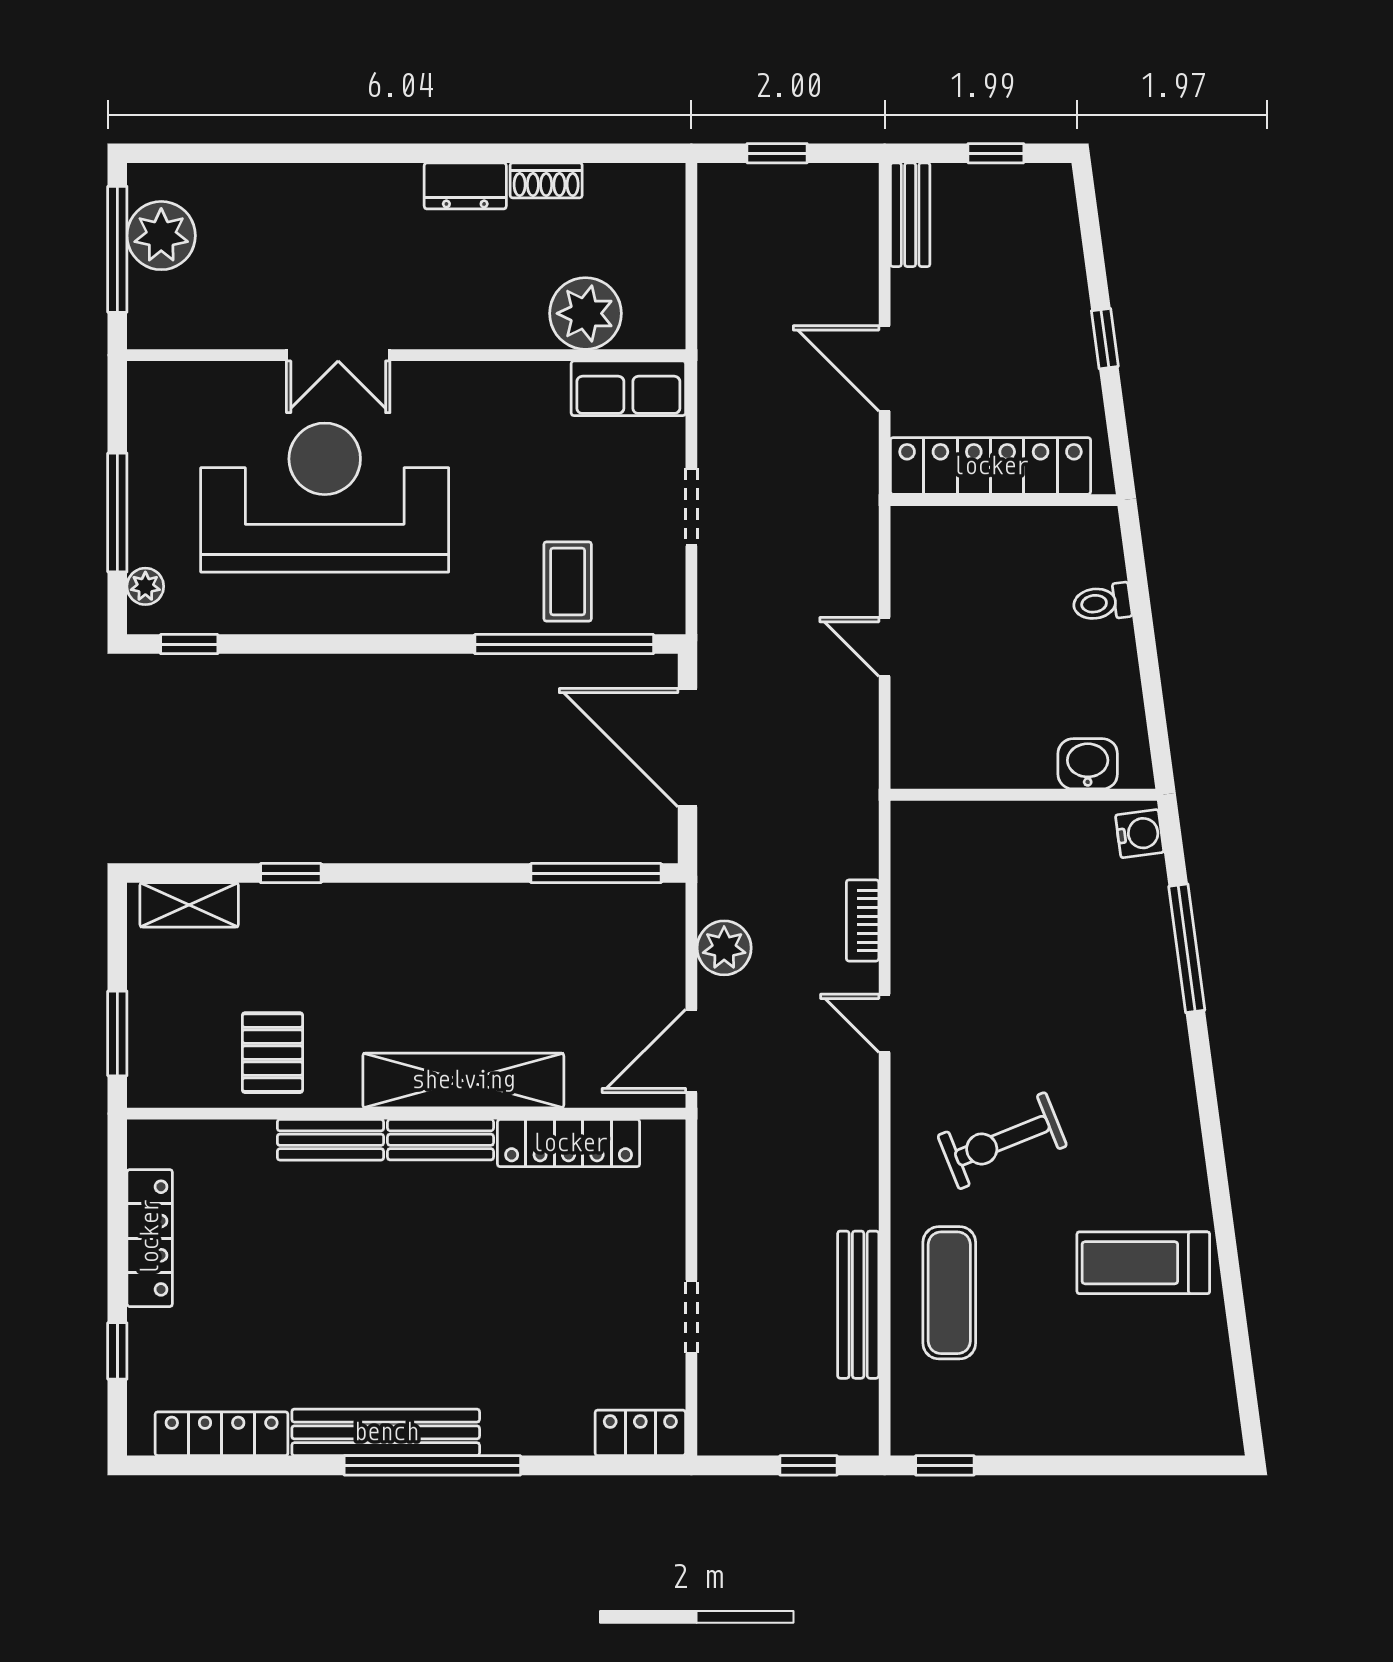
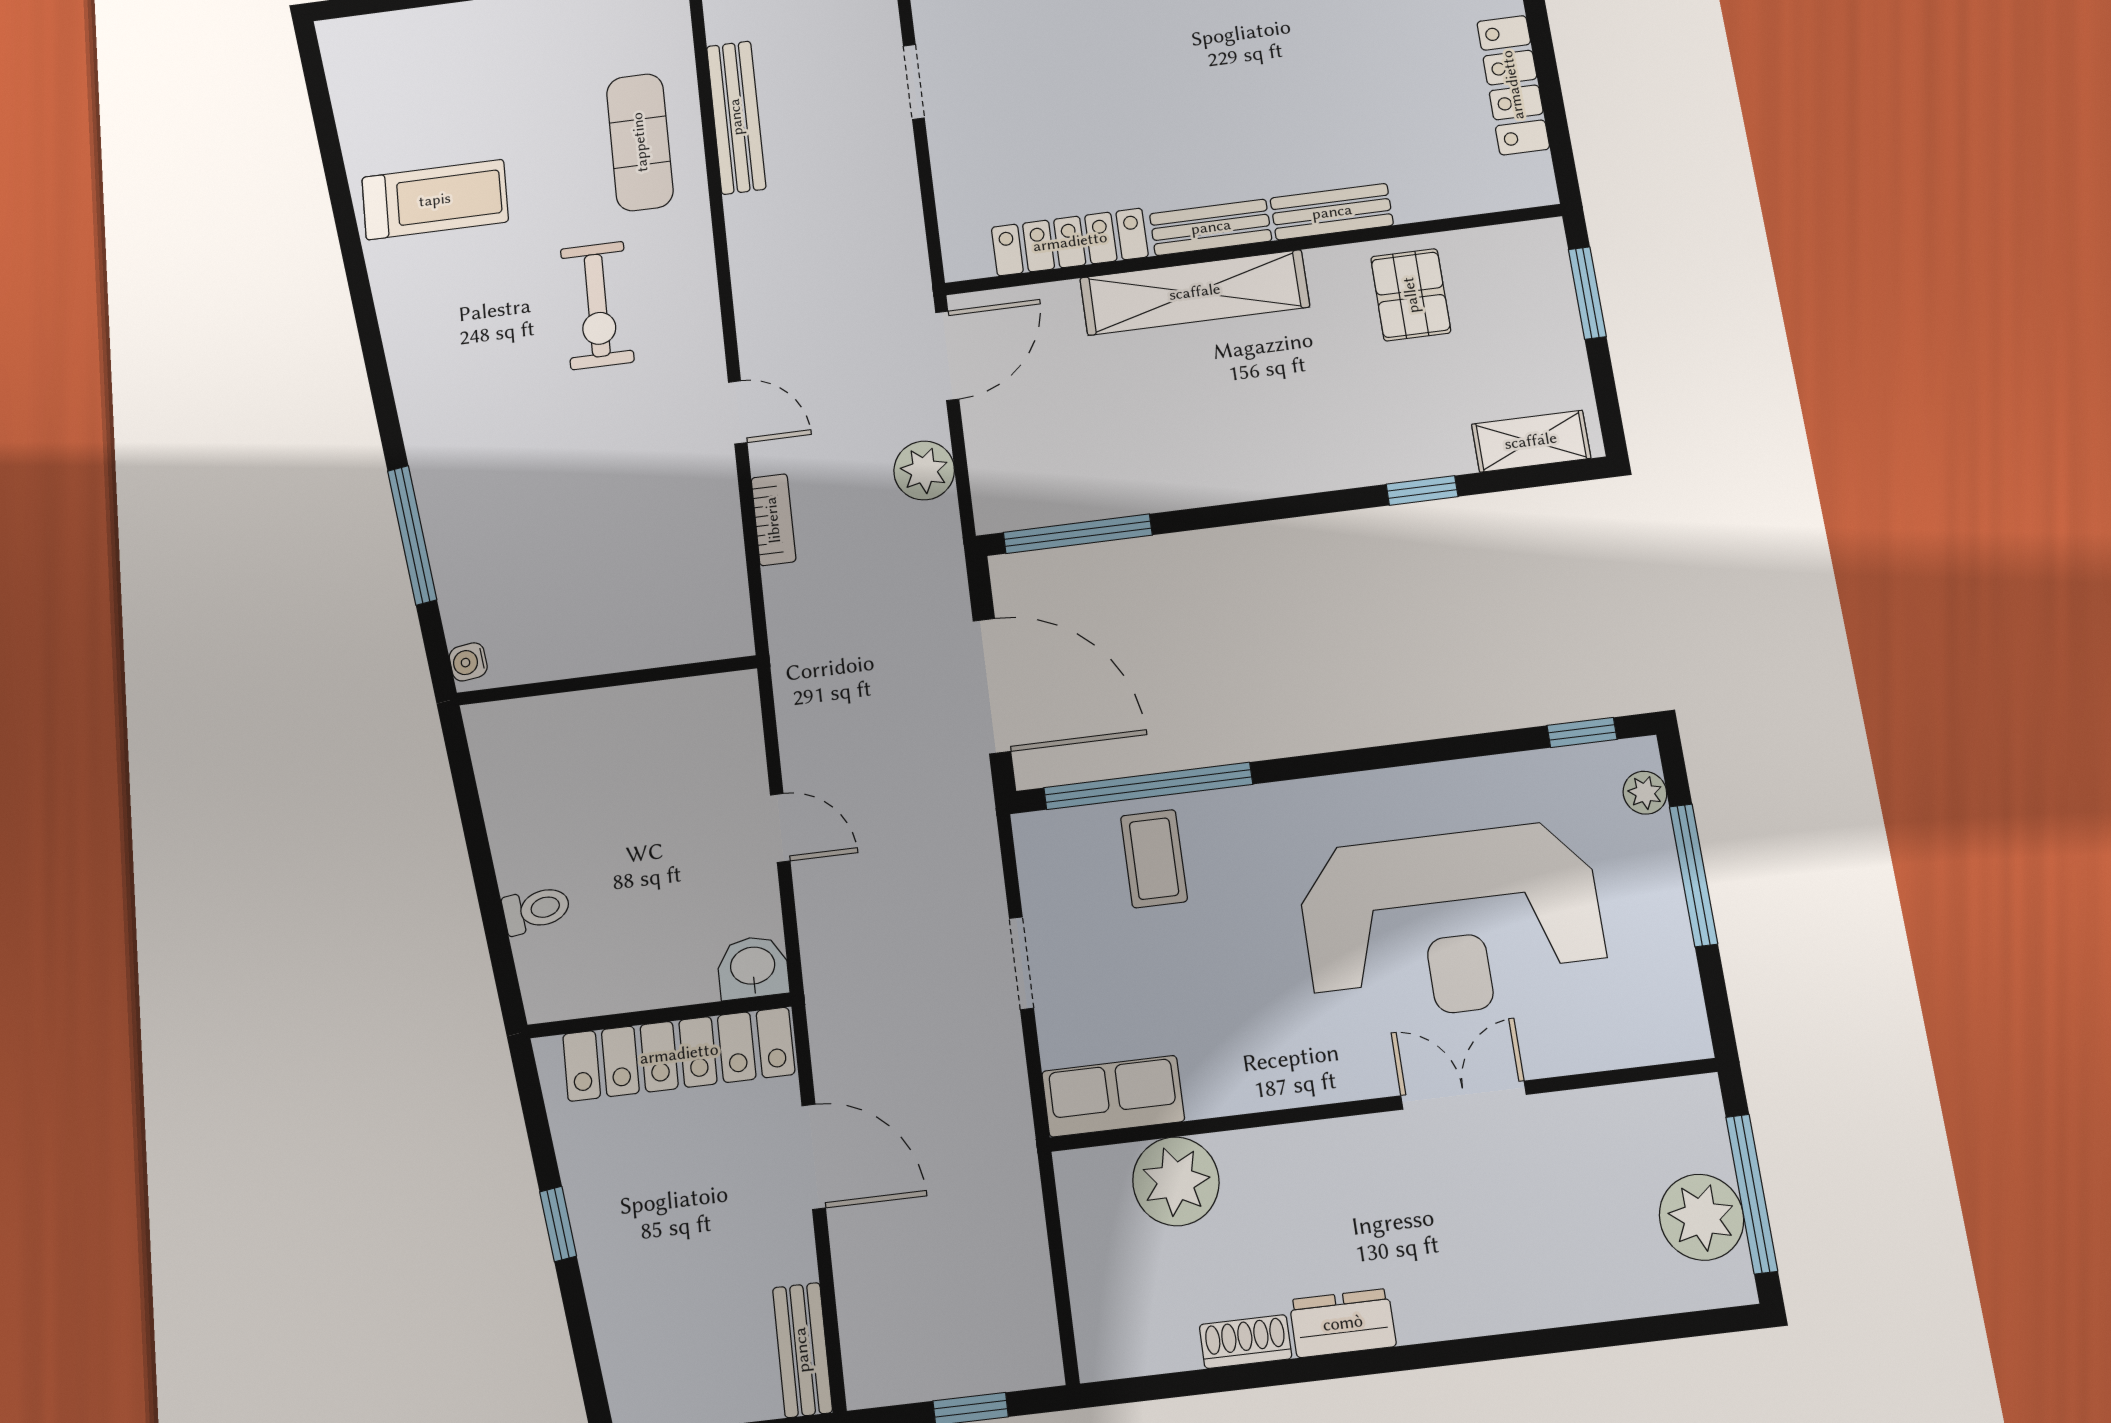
washbasin: (1088, 764) -> (753, 967), moved, turned 180
water cooler: (1140, 834) -> (468, 662), width x0.72, depth x0.72
exercise bike: (1002, 1141) -> (597, 305), turned 112

